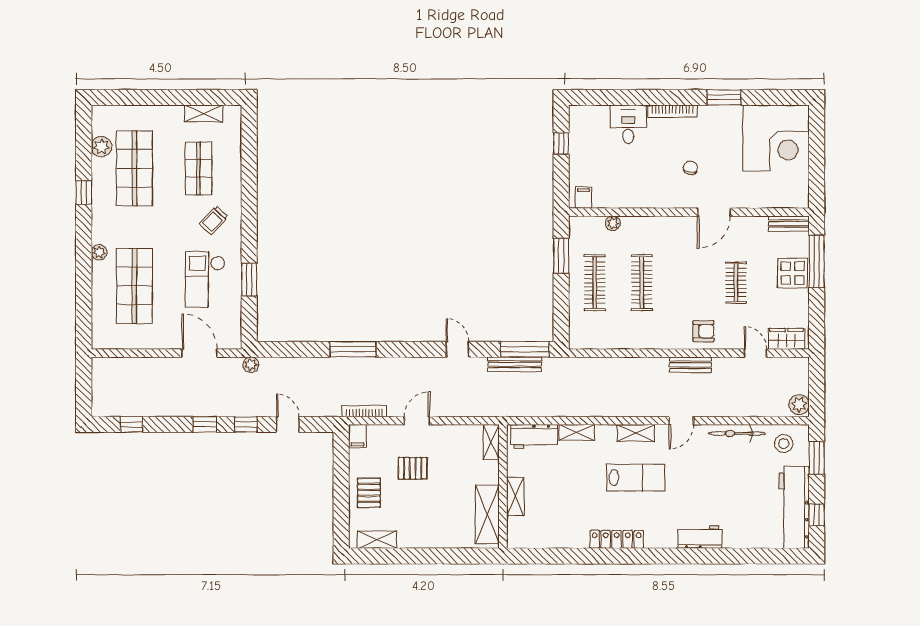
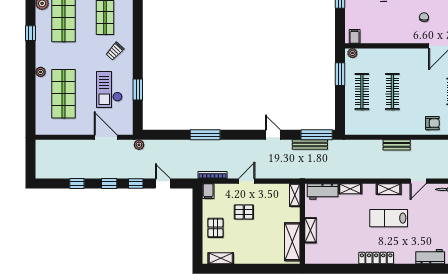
plant: (613, 223) -> (352, 53), moved
bench: (690, 365) -> (397, 145), moved
window: (132, 424) -> (77, 184), moved
lab bench: (636, 478) -> (389, 218), turned 180

